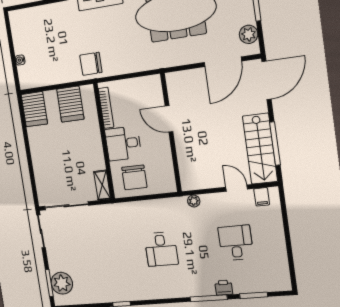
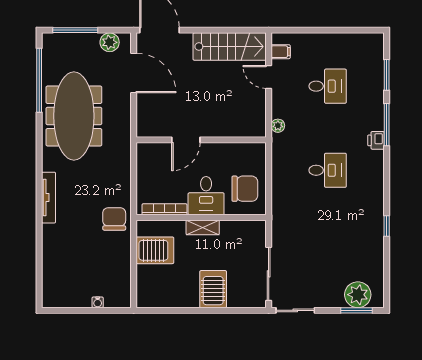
chair: (91, 64) -> (114, 219), turned 180
server rack: (34, 109) -> (213, 289), moved, turned -90
window: (275, 144) -> (226, 30), removed
shelving: (102, 185) -> (203, 227), moved
door: (237, 188) -> (269, 77), hinge flipped
desk: (236, 243) -> (328, 86), turned 180
printer: (224, 288) -> (376, 140), moved

